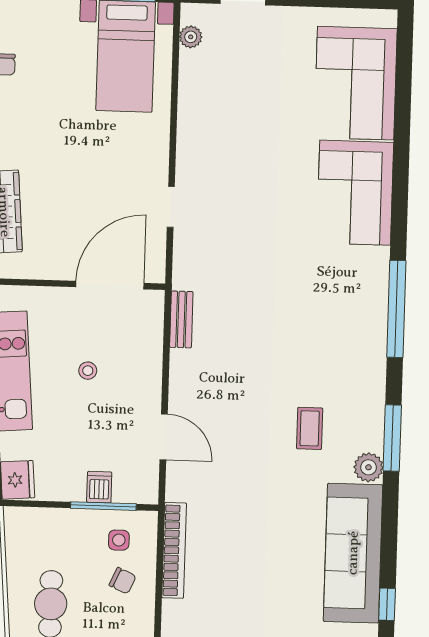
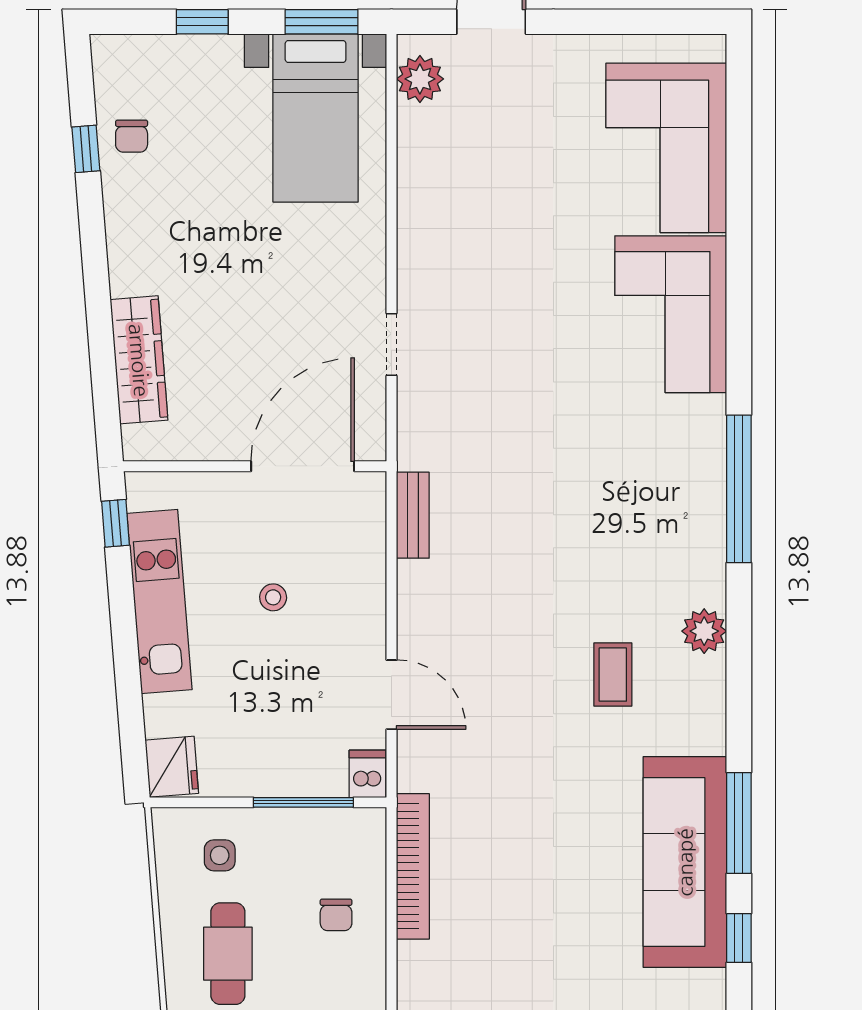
plant: (191, 37) -> (420, 79), width x1.38, depth x1.38
window: (392, 438) -> (739, 823), moved
plant: (369, 467) -> (704, 631), moved
dishwasher: (99, 487) -> (367, 774), moved
side table: (119, 540) -> (220, 855), moved
chair: (123, 581) -> (336, 915), turned 66

